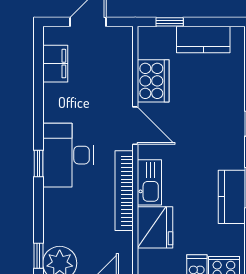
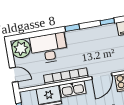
desk: (68, 155) -> (49, 48), moved
window: (38, 256) -> (107, 22), moved

